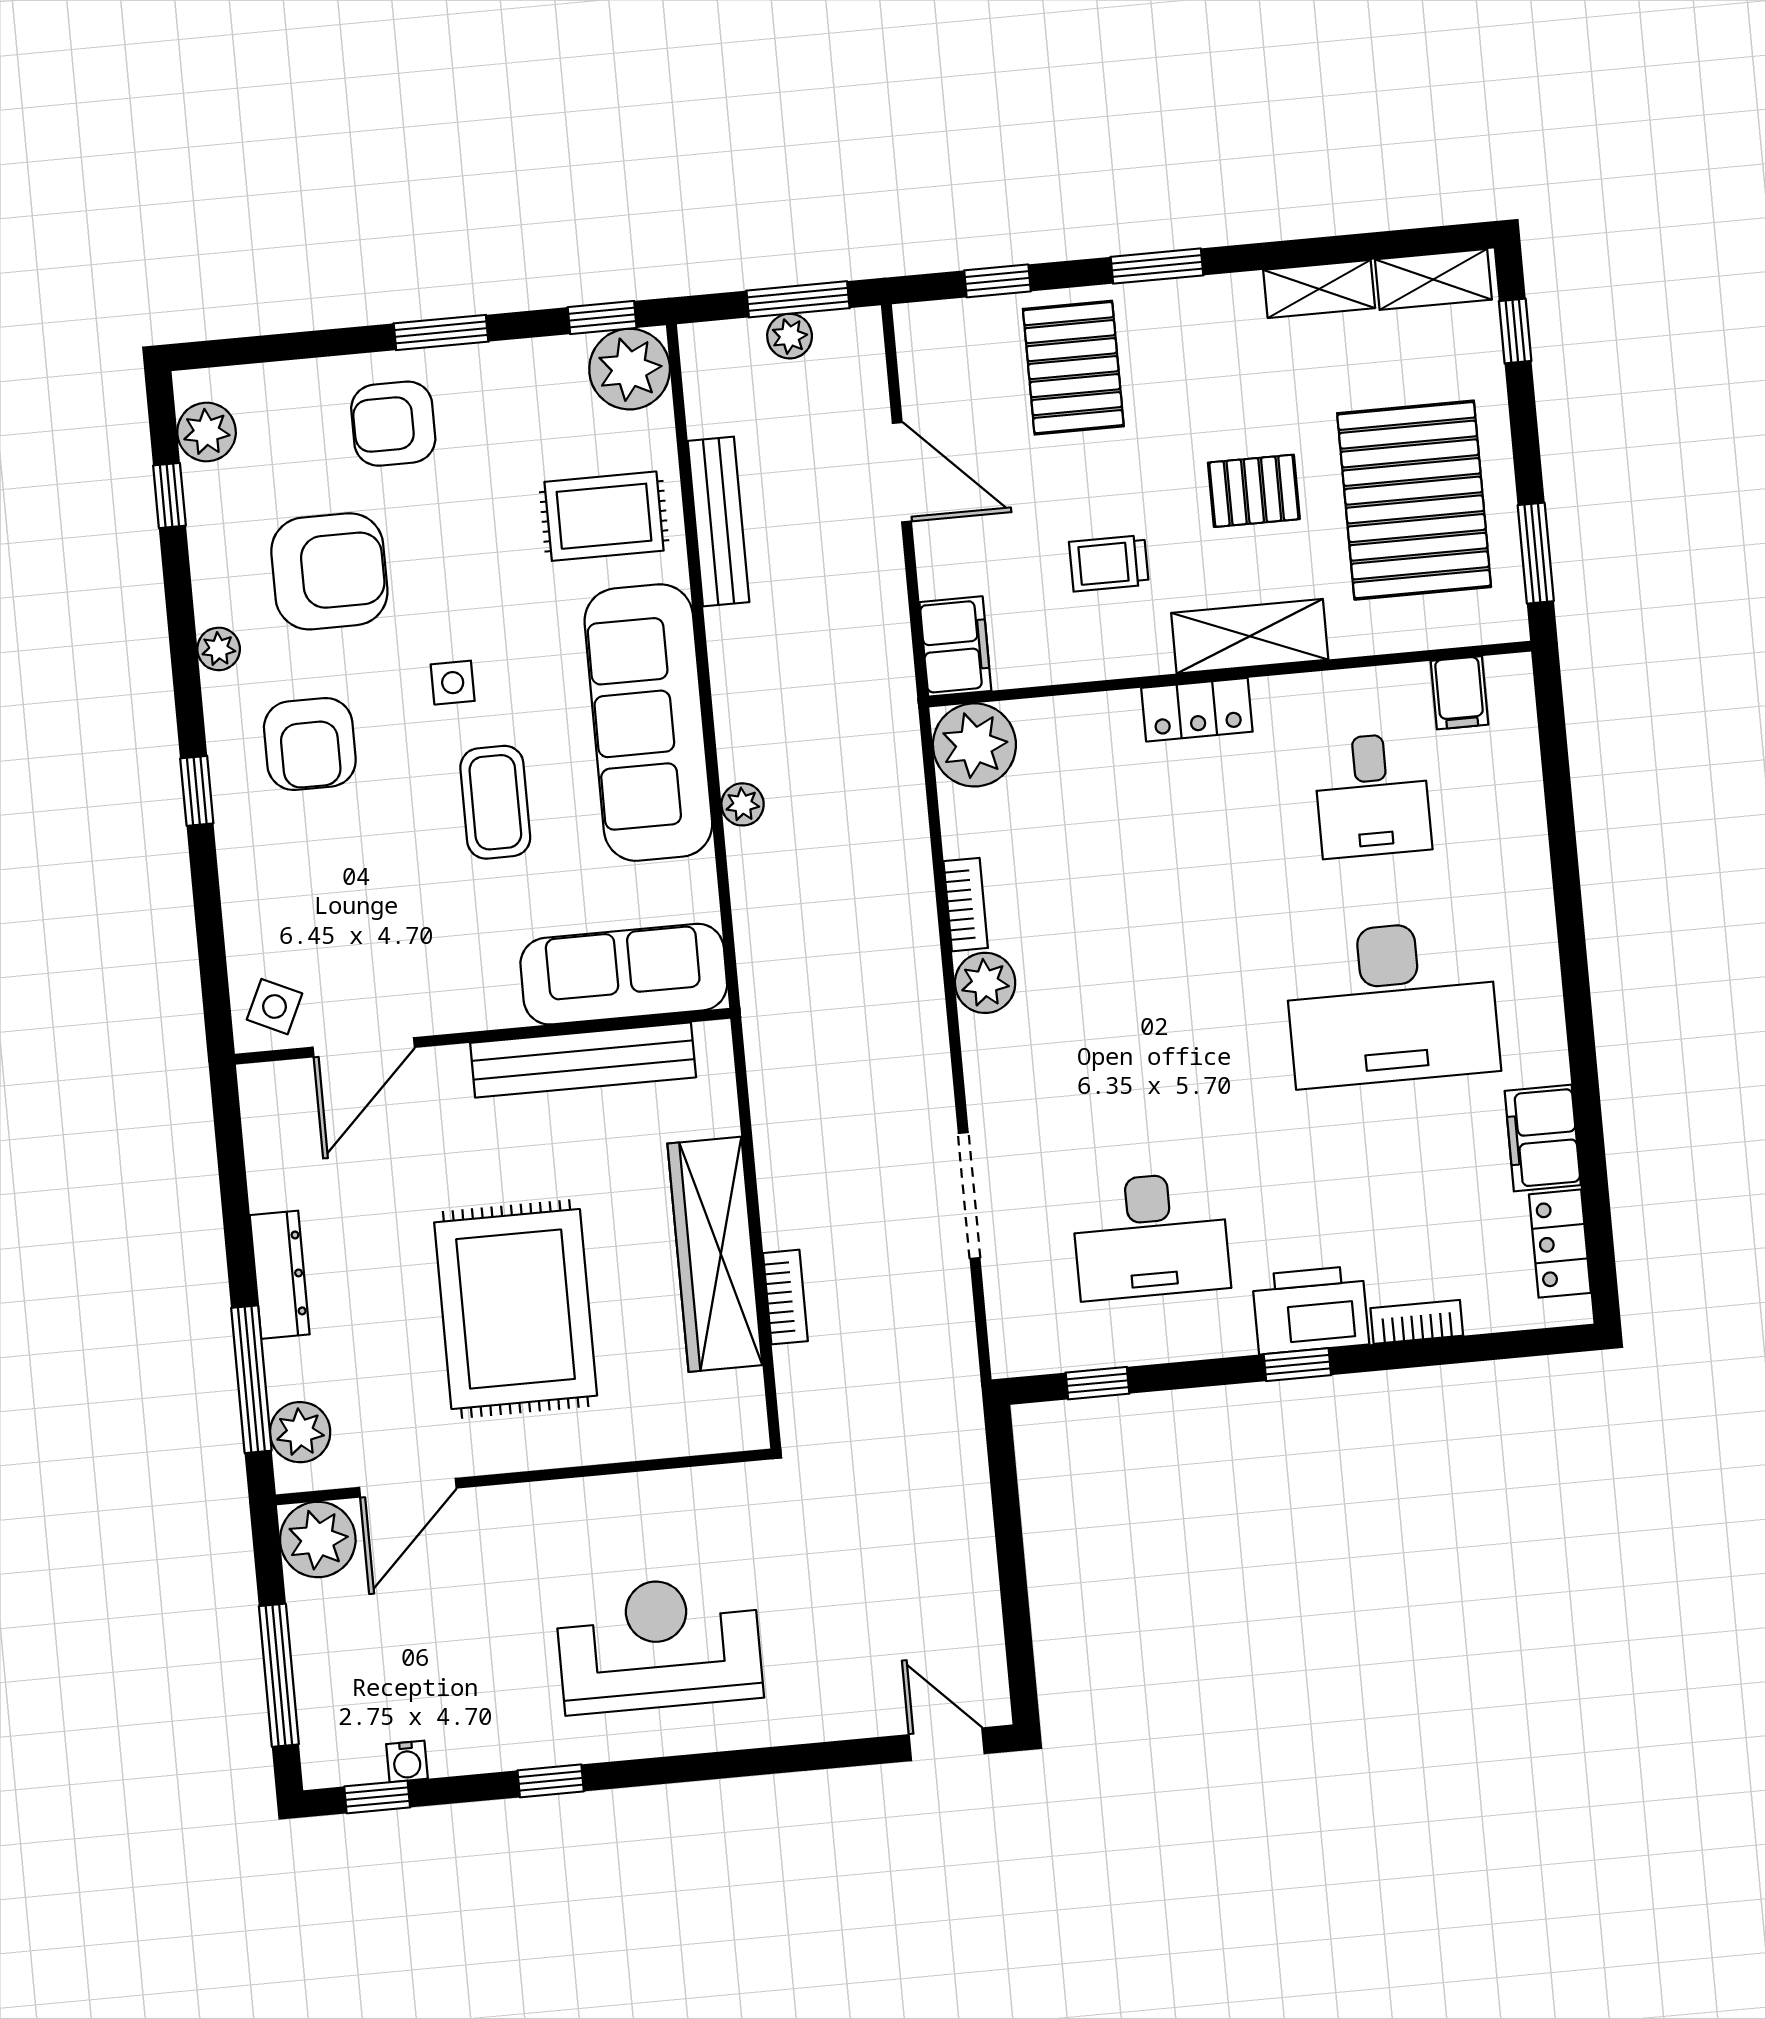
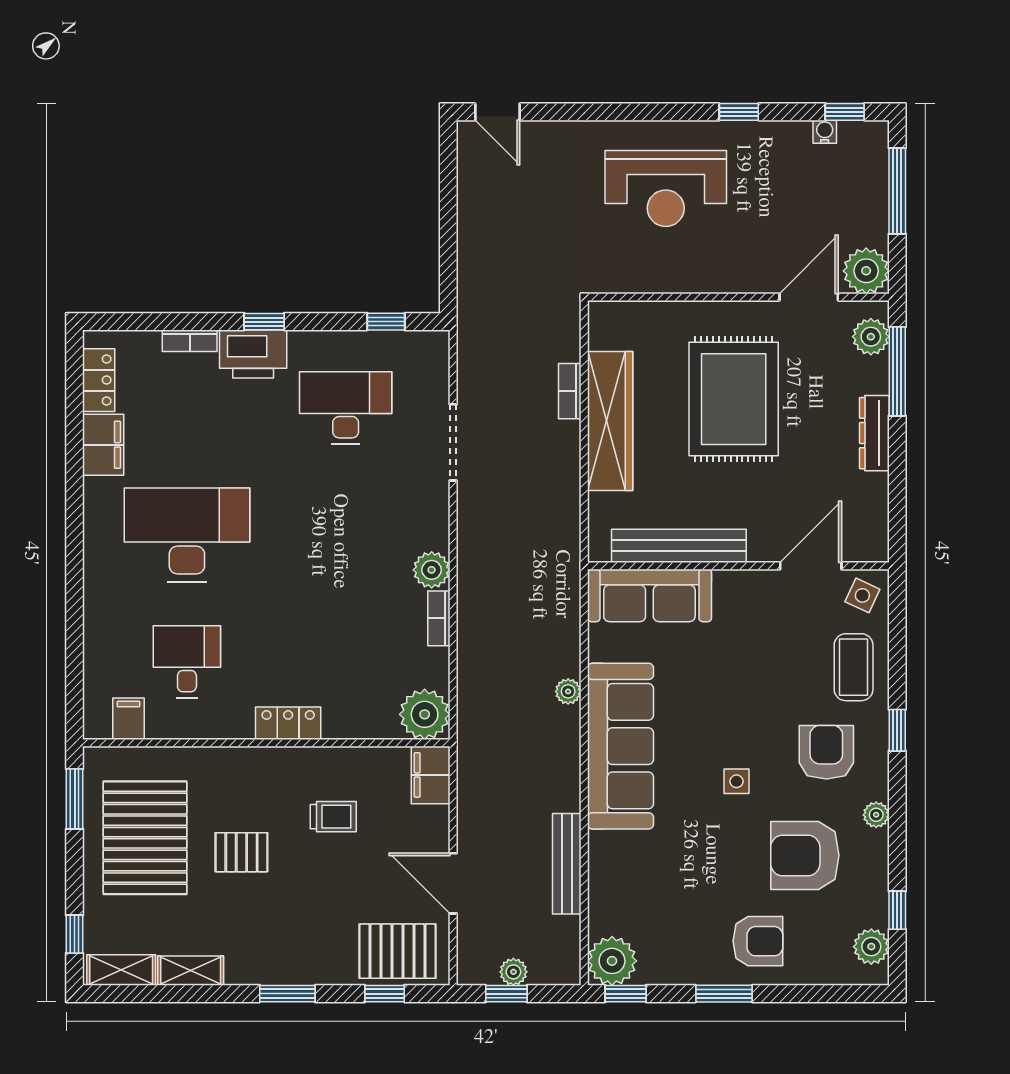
window: (798, 299) -> (506, 994), width x0.67
pallet: (1073, 368) -> (398, 951), moved, turned 90
rug: (604, 516) -> (636, 873), removed
shelving: (1250, 636) -> (252, 765), removed
coffee table: (495, 802) -> (854, 667), moved

